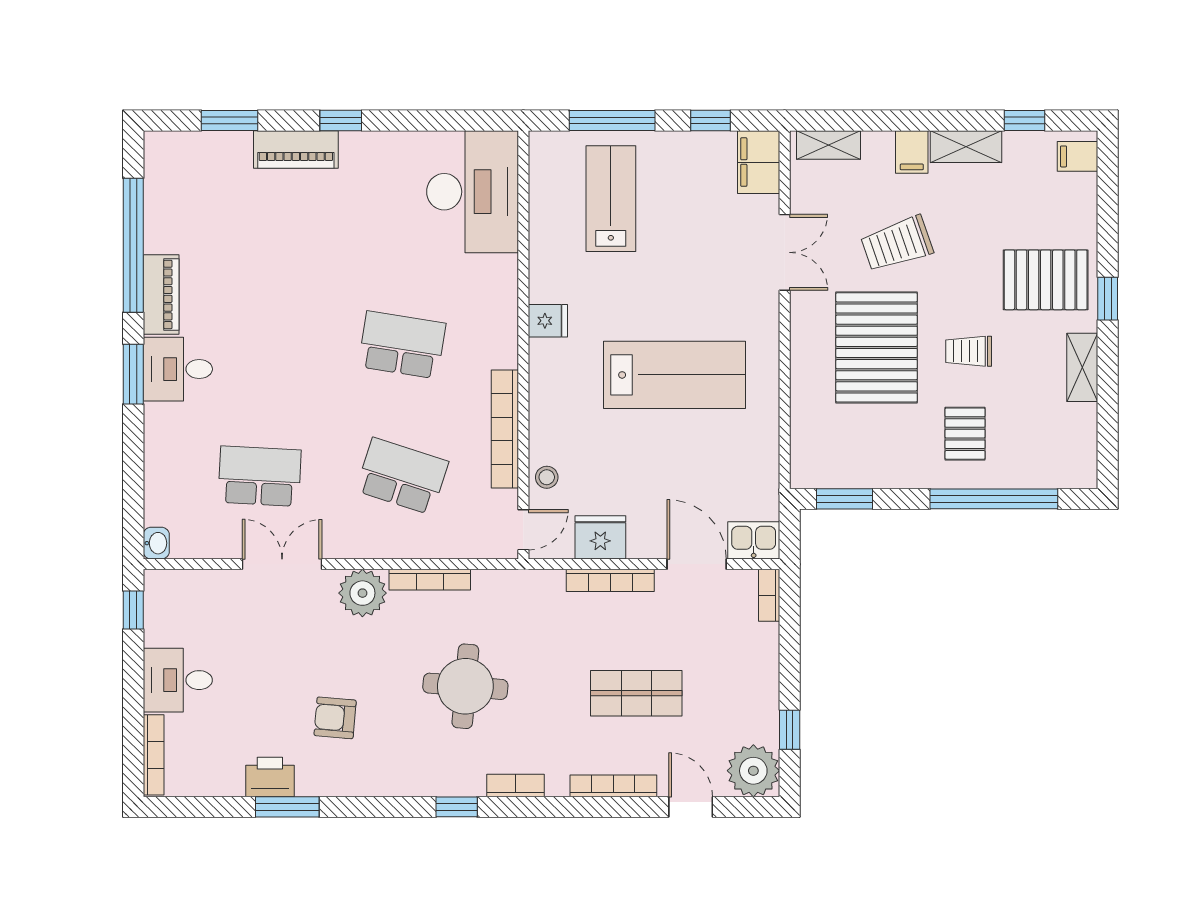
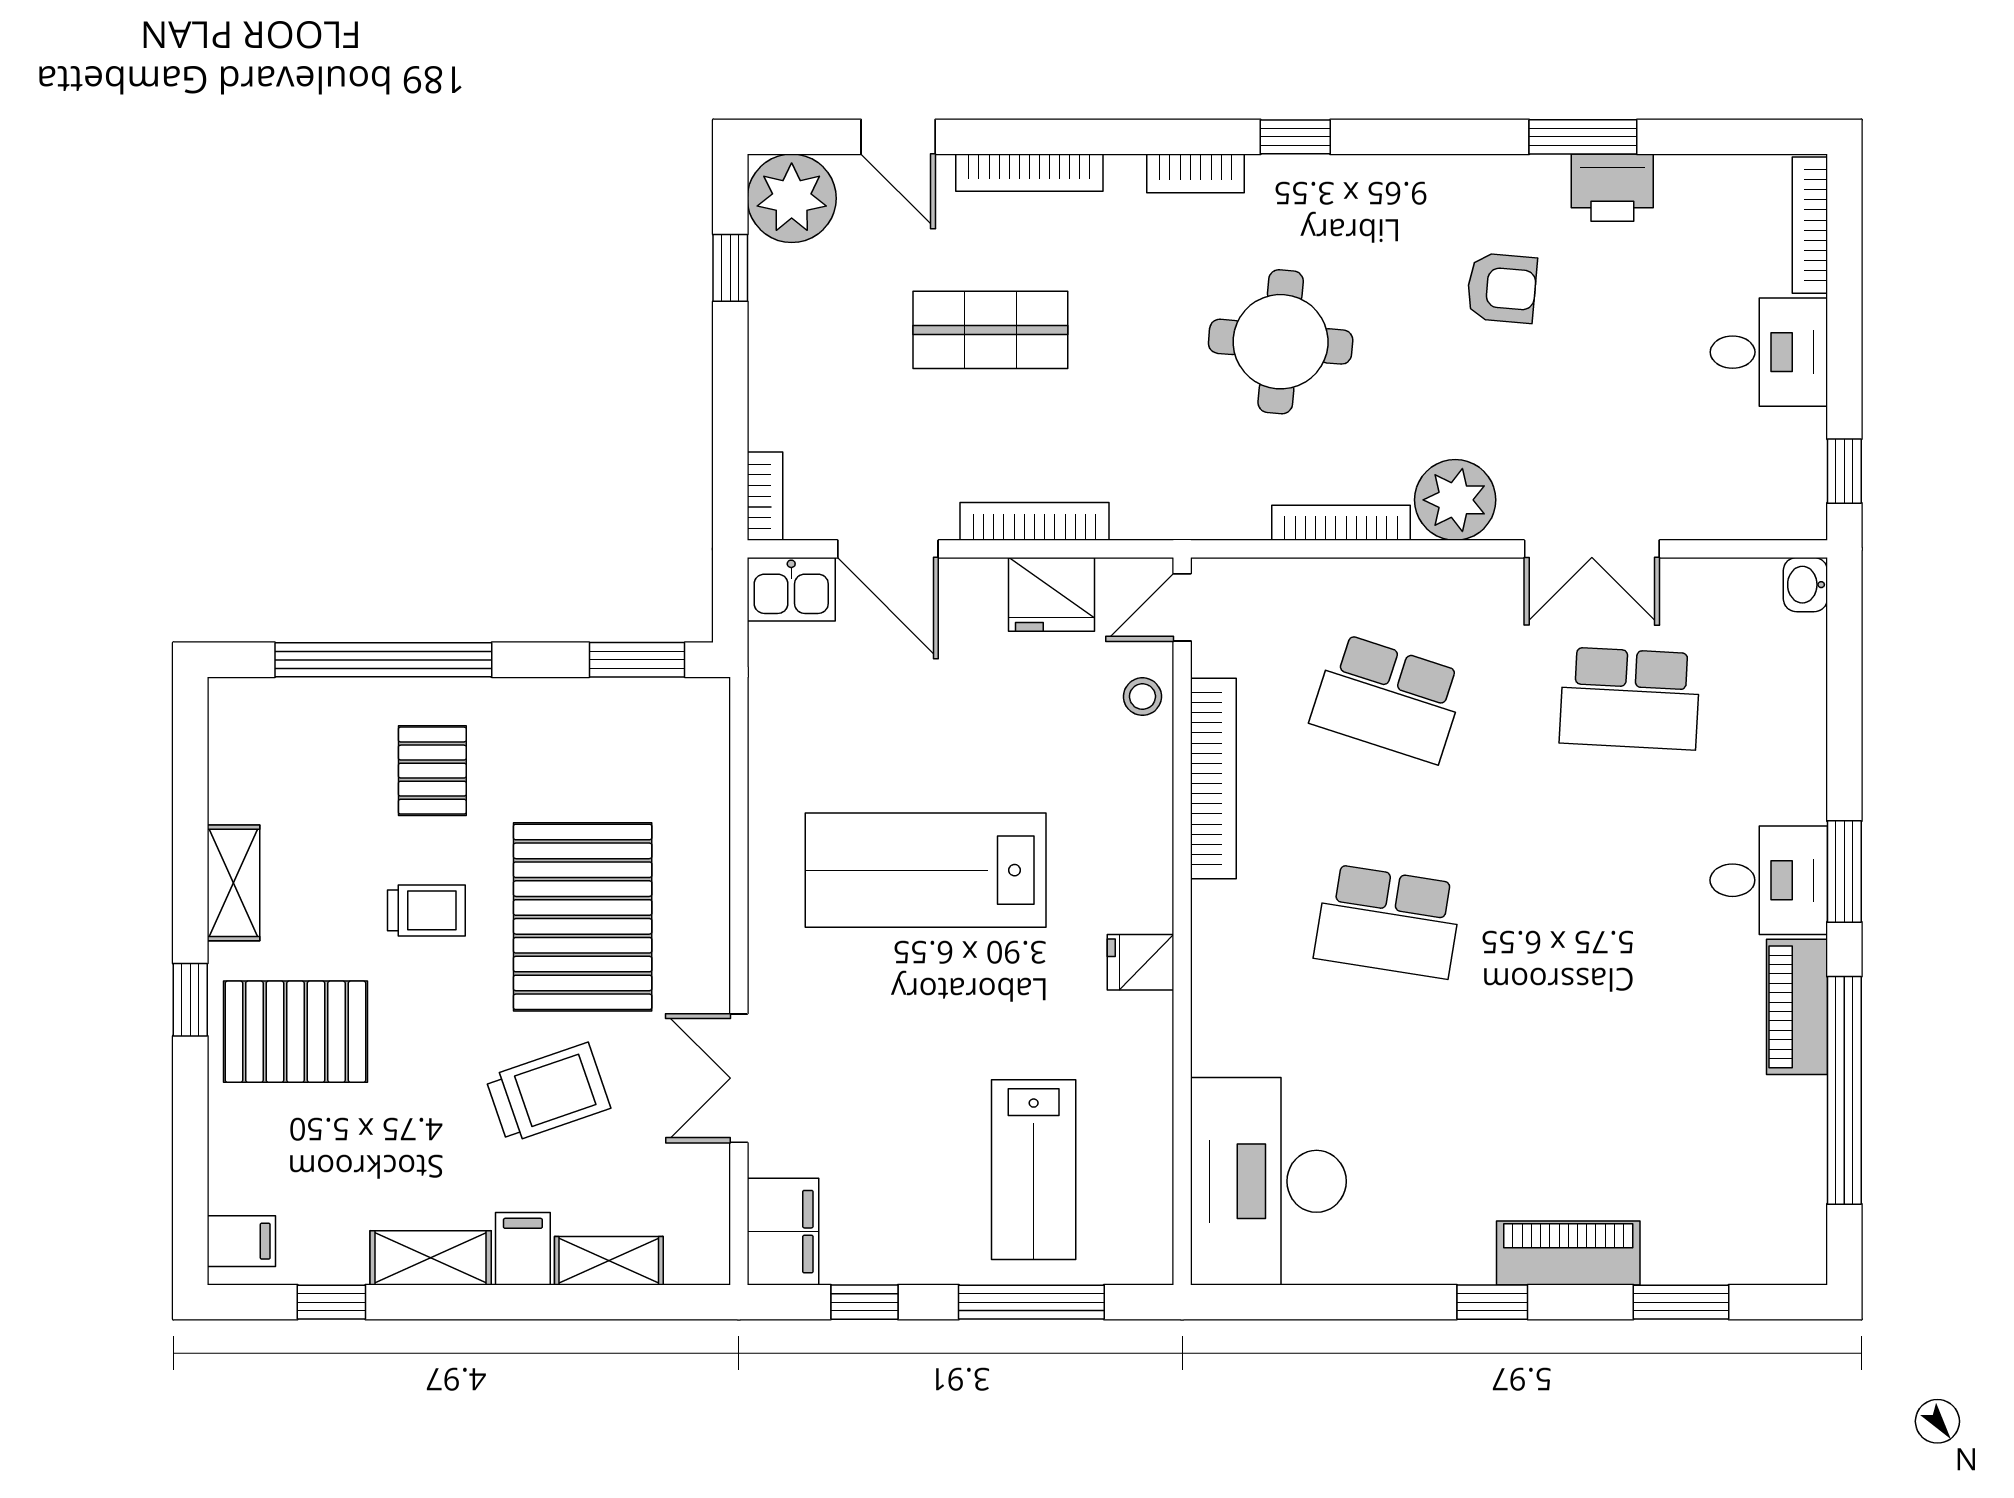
shelving: (828, 145) -> (609, 1261), moved

